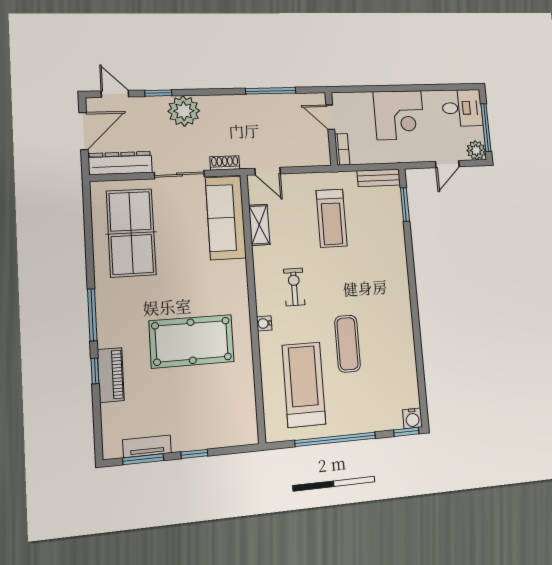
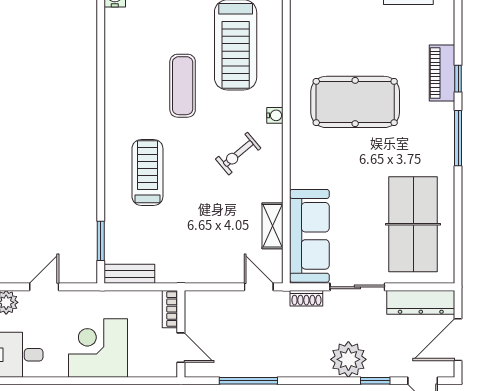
treadmill: (332, 218) -> (147, 172), moved
exercise bike: (294, 287) -> (238, 154), turned 50

